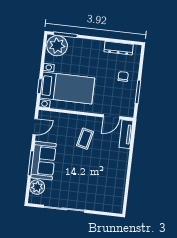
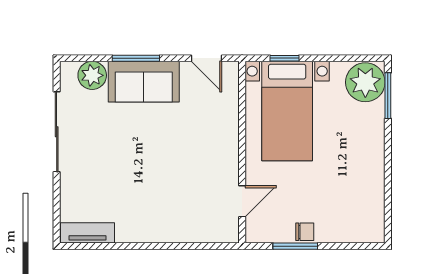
dresser: (119, 48) -> (374, 200), removed
chair: (123, 77) -> (305, 232), moved
door: (111, 117) -> (242, 201), swing flipped
tv unit: (126, 134) -> (88, 233), moved
coffee table: (85, 139) -> (195, 156), removed

